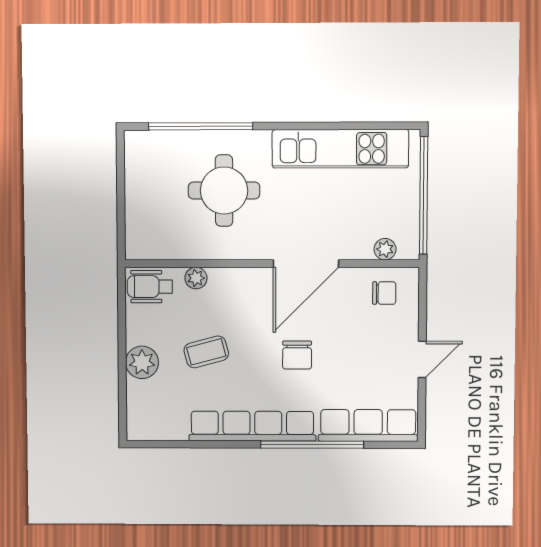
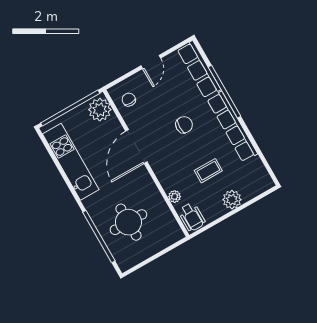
round table: (224, 190) -> (128, 222), moved
plant: (385, 249) -> (100, 110), width x1.88, depth x1.88
door: (306, 264) -> (136, 146), swing flipped
coffee table: (206, 352) -> (208, 171), turned -75
door: (422, 359) -> (151, 62), swing flipped

